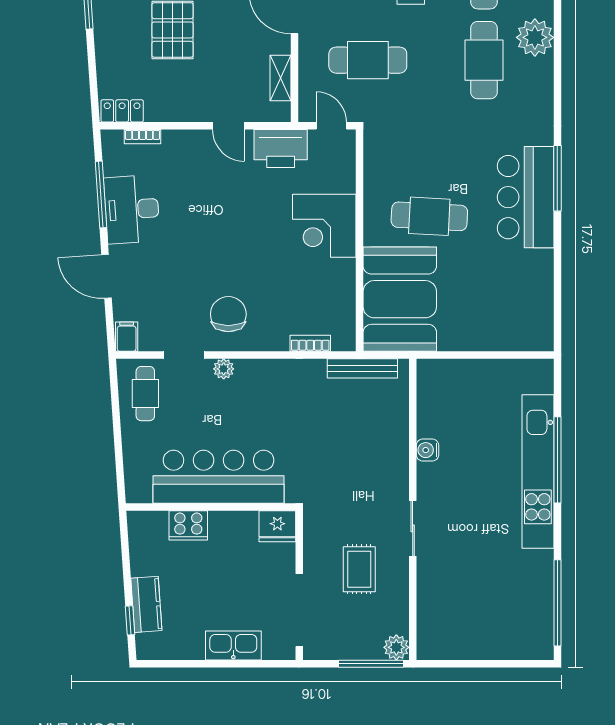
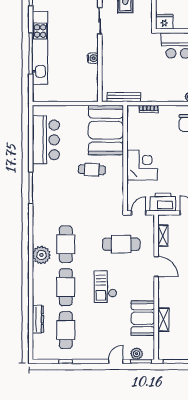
door: (331, 126) -> (139, 213), swing flipped
bar counter: (526, 197) -> (46, 140), moved
cafe table: (429, 216) -> (92, 170), width x0.73, depth x0.74

